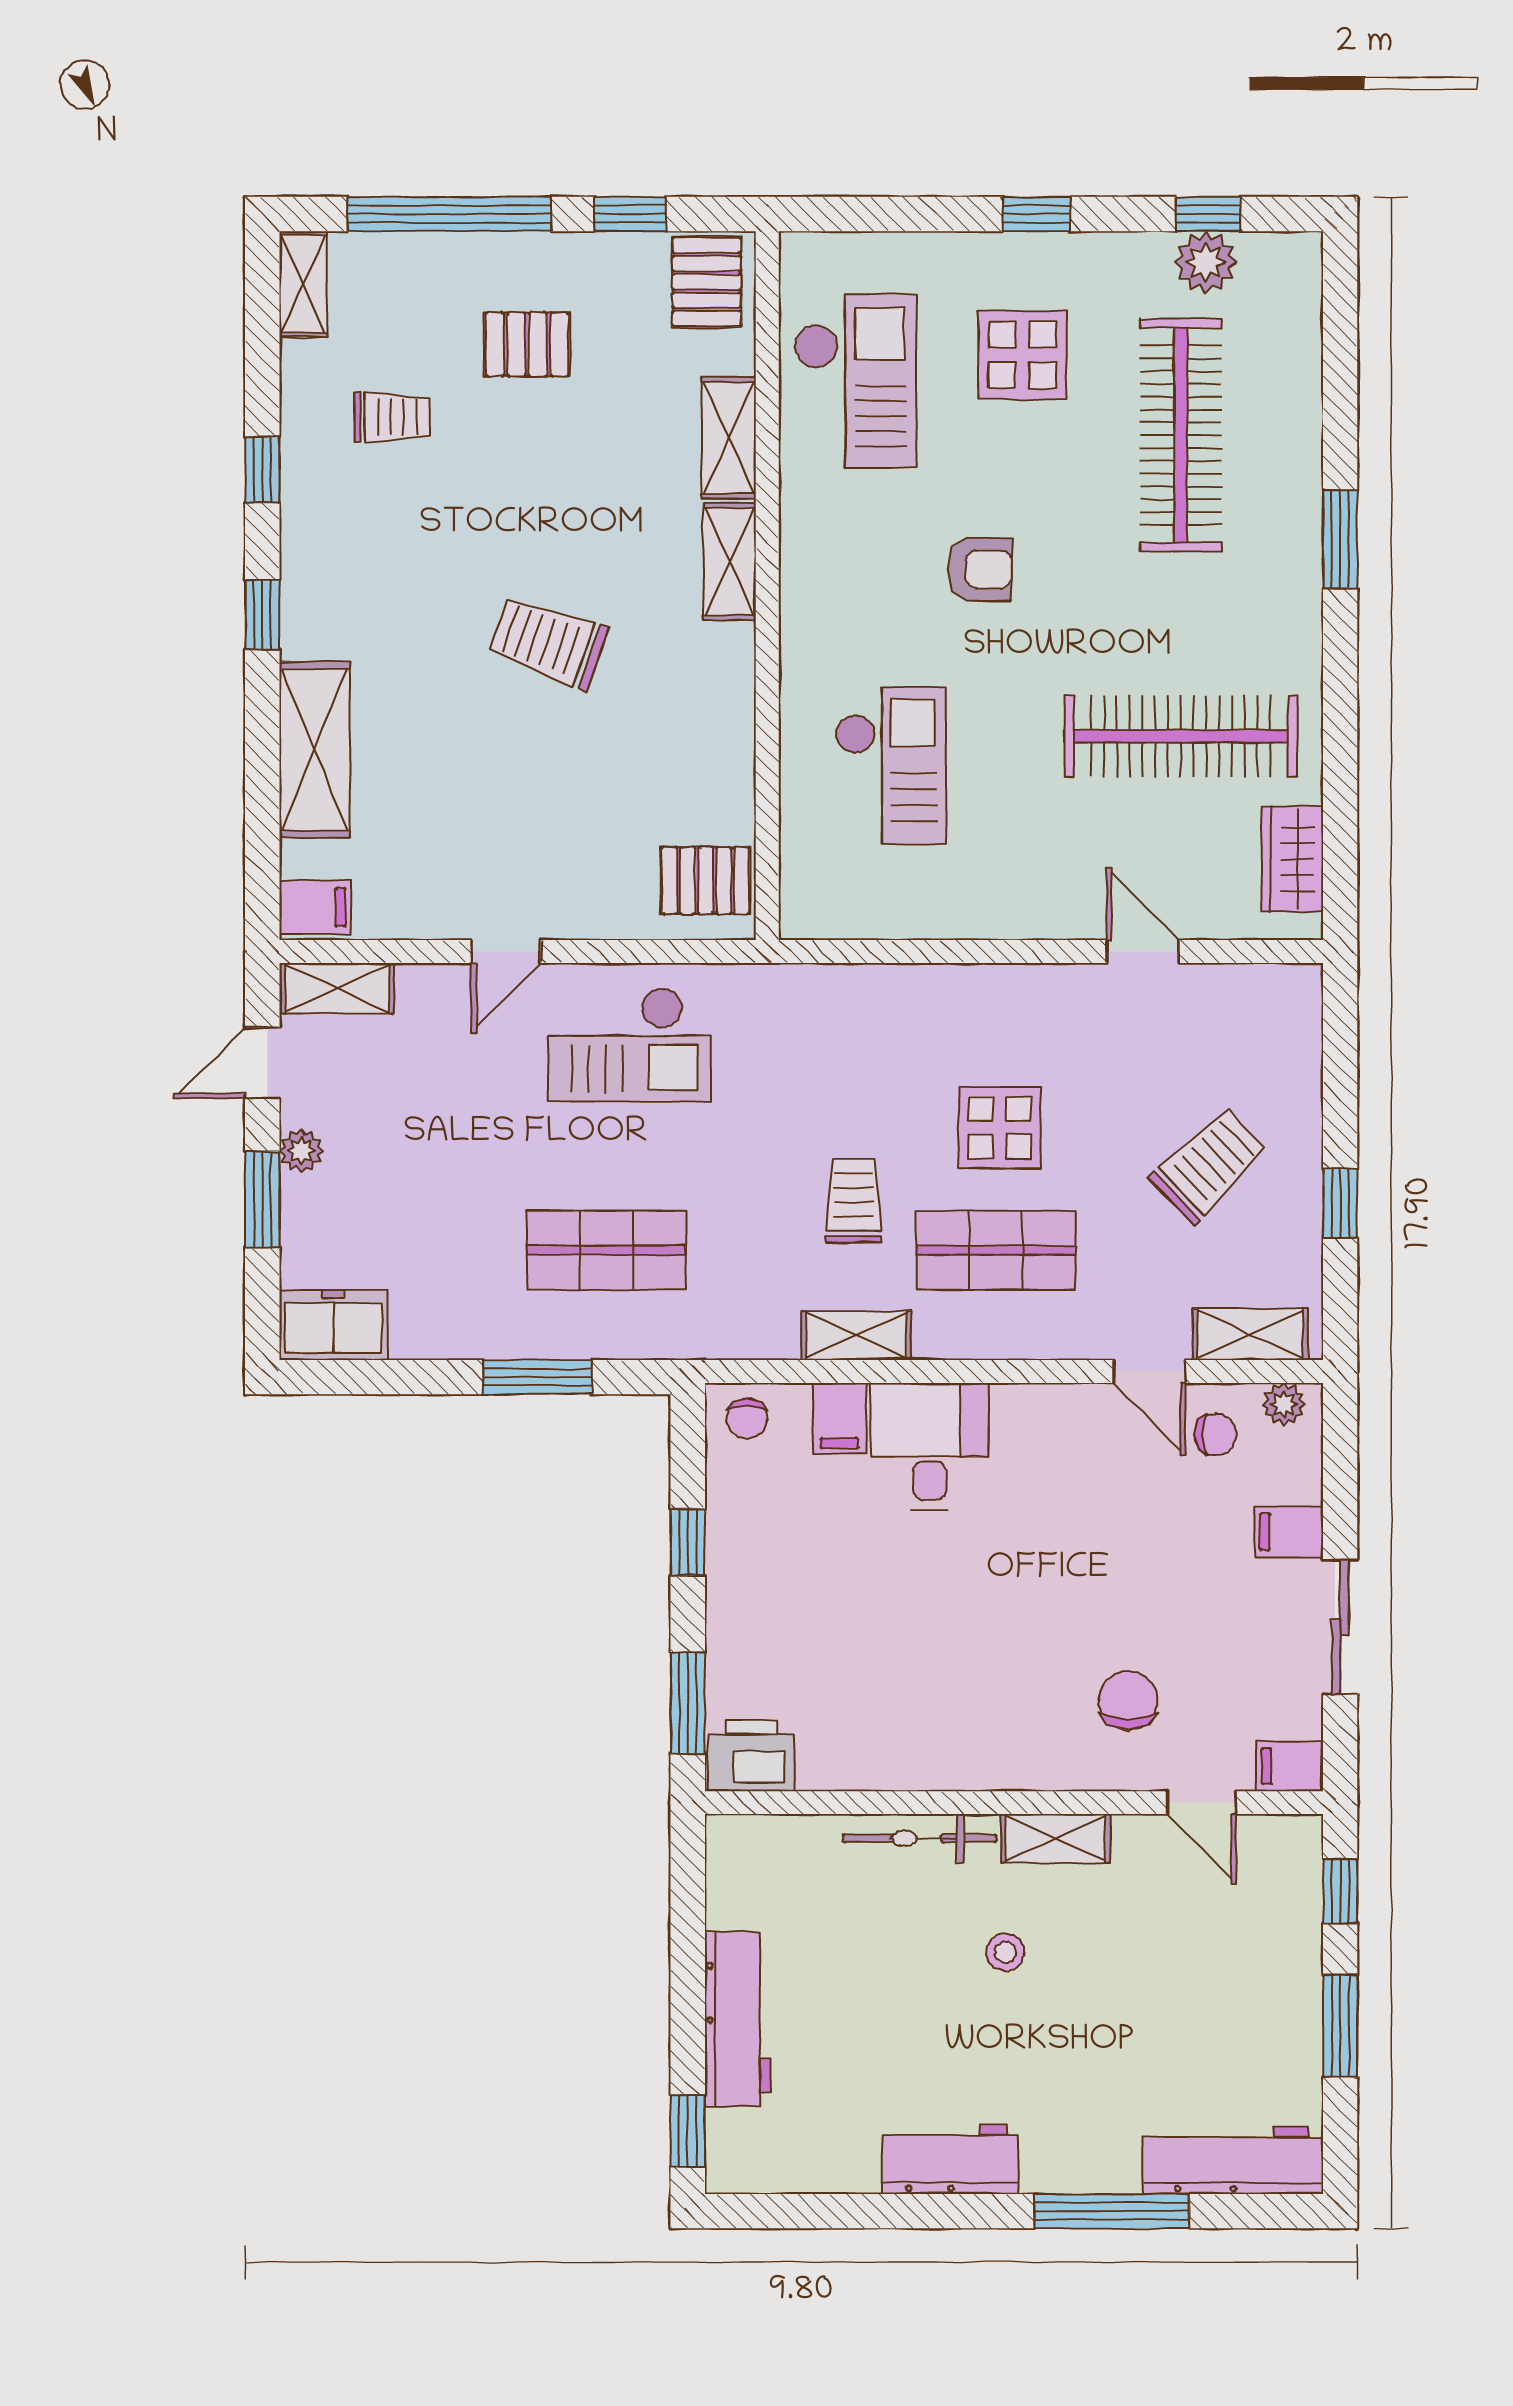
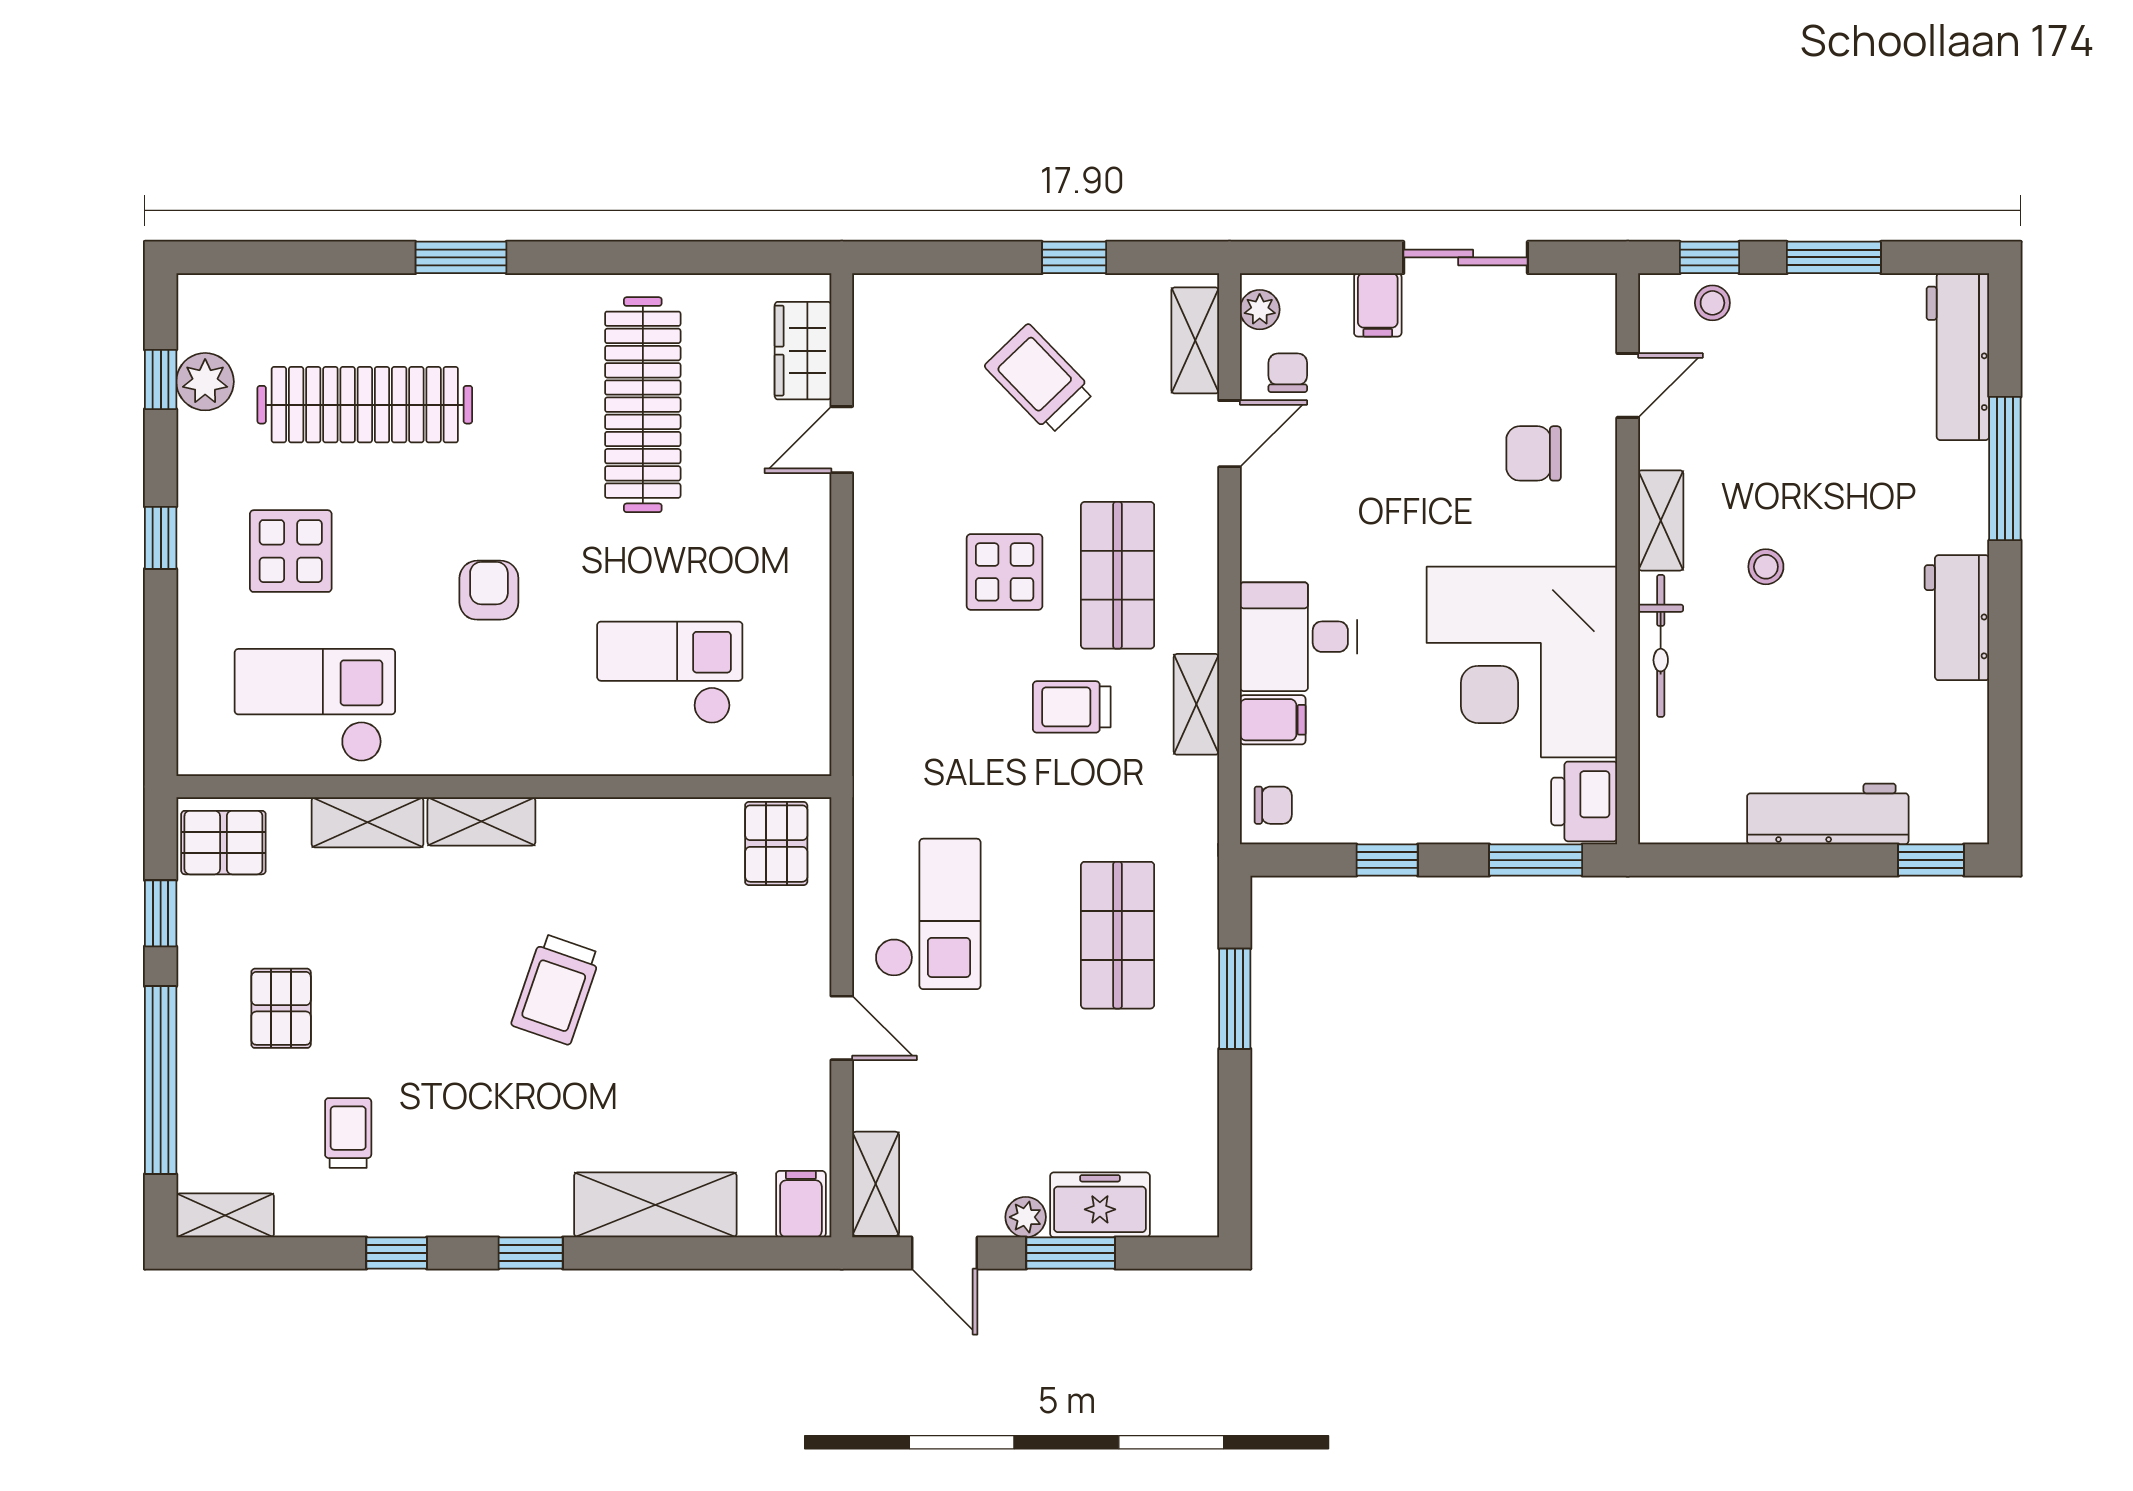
wardrobe: (1293, 859) -> (803, 351), moved, turned 90
freezer: (333, 1325) -> (1100, 1205), moved, turned 90
corner desk: (902, 1688) -> (1522, 662), added
filing cabinet: (1290, 1766) -> (1594, 304), removed
stool: (1291, 1894) -> (1712, 303), added

